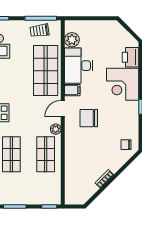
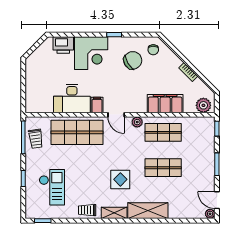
plant: (72, 40) -> (203, 105), moved
chair: (89, 118) -> (133, 60), moved, turned -121
filing cabinet: (74, 156) -> (165, 104), added

